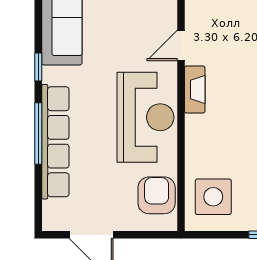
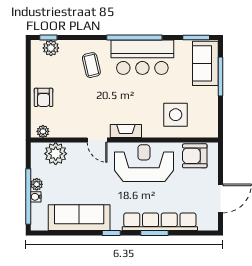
window: (38, 133) -> (154, 233), width x0.69
side table: (213, 197) -> (176, 115), moved

